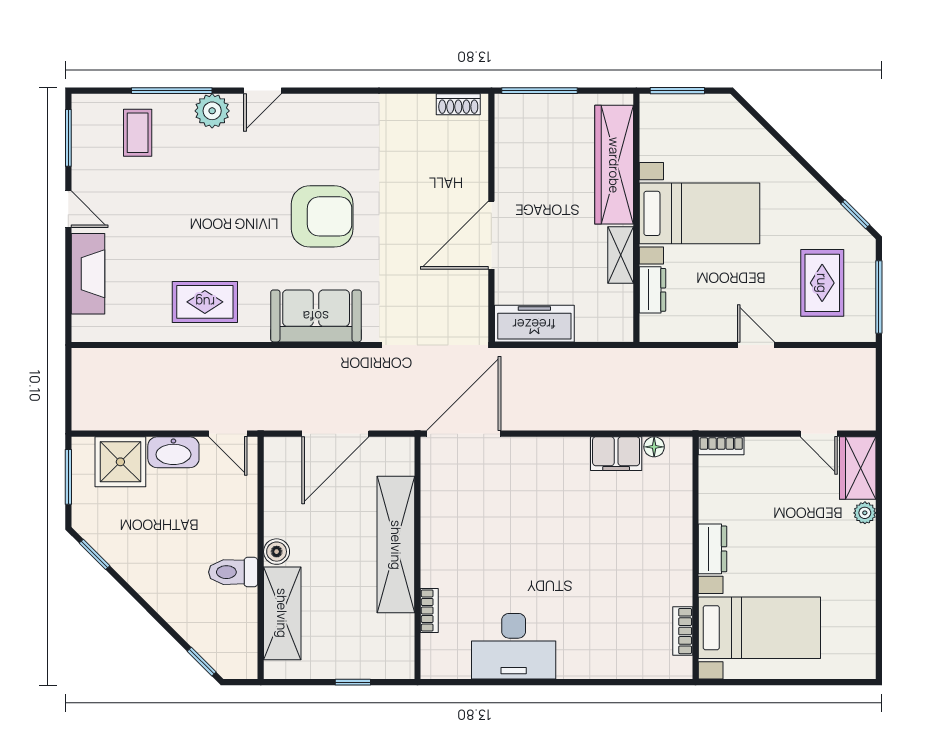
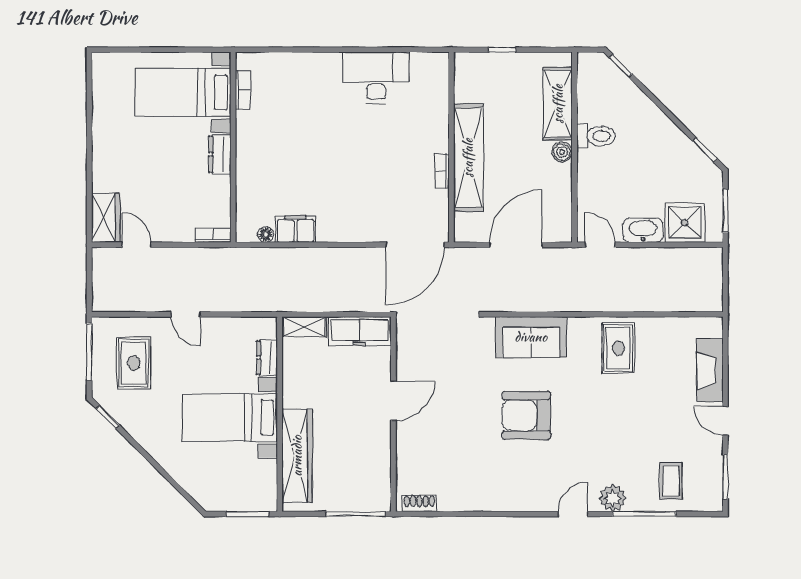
door: (491, 235) -> (393, 401), width x0.73
shelving: (621, 255) -> (304, 327), moved, turned 90
rug: (205, 302) -> (618, 348), turned 90
plant: (865, 513) -> (100, 183), removed
bookcase: (429, 610) -> (442, 171), moved

